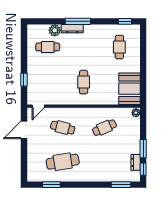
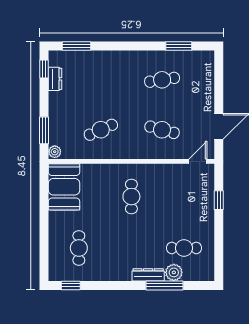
window: (78, 21) -> (164, 285), moved
window: (143, 149) -> (44, 130), moved
cafe table: (63, 162) -> (162, 80), width x0.73, depth x0.74

